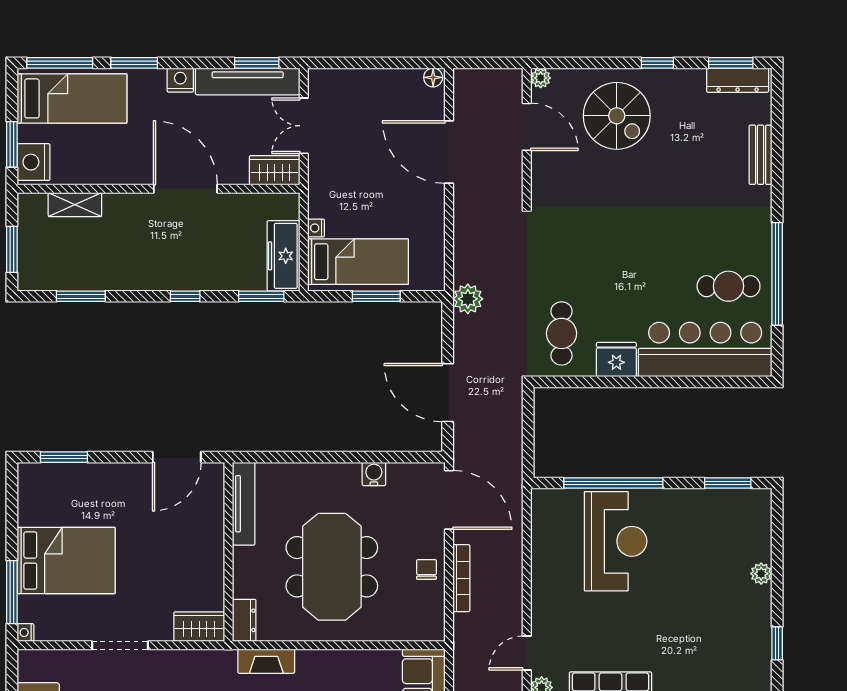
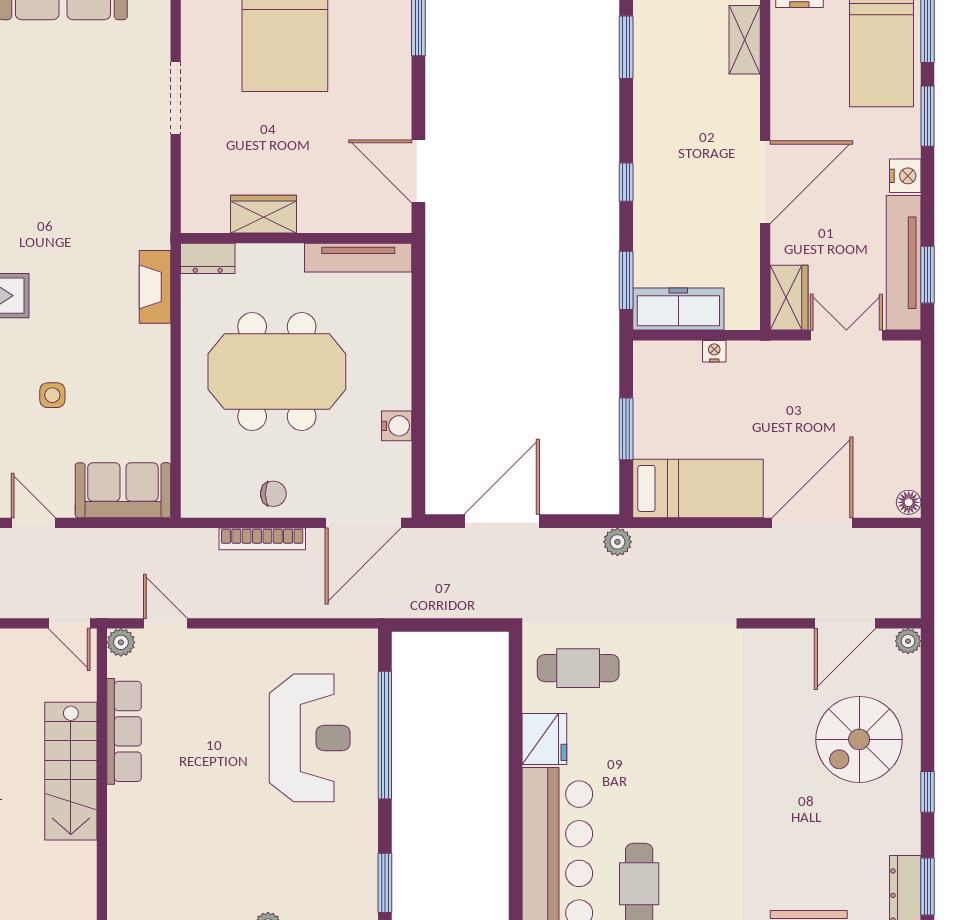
bed: (358, 262) -> (698, 488), moved, turned -90
plant: (468, 299) -> (617, 542), width x0.73, depth x0.73
reception desk: (616, 541) -> (310, 738), turned -90
wardrobe: (199, 627) -> (263, 214), moved, turned -90

